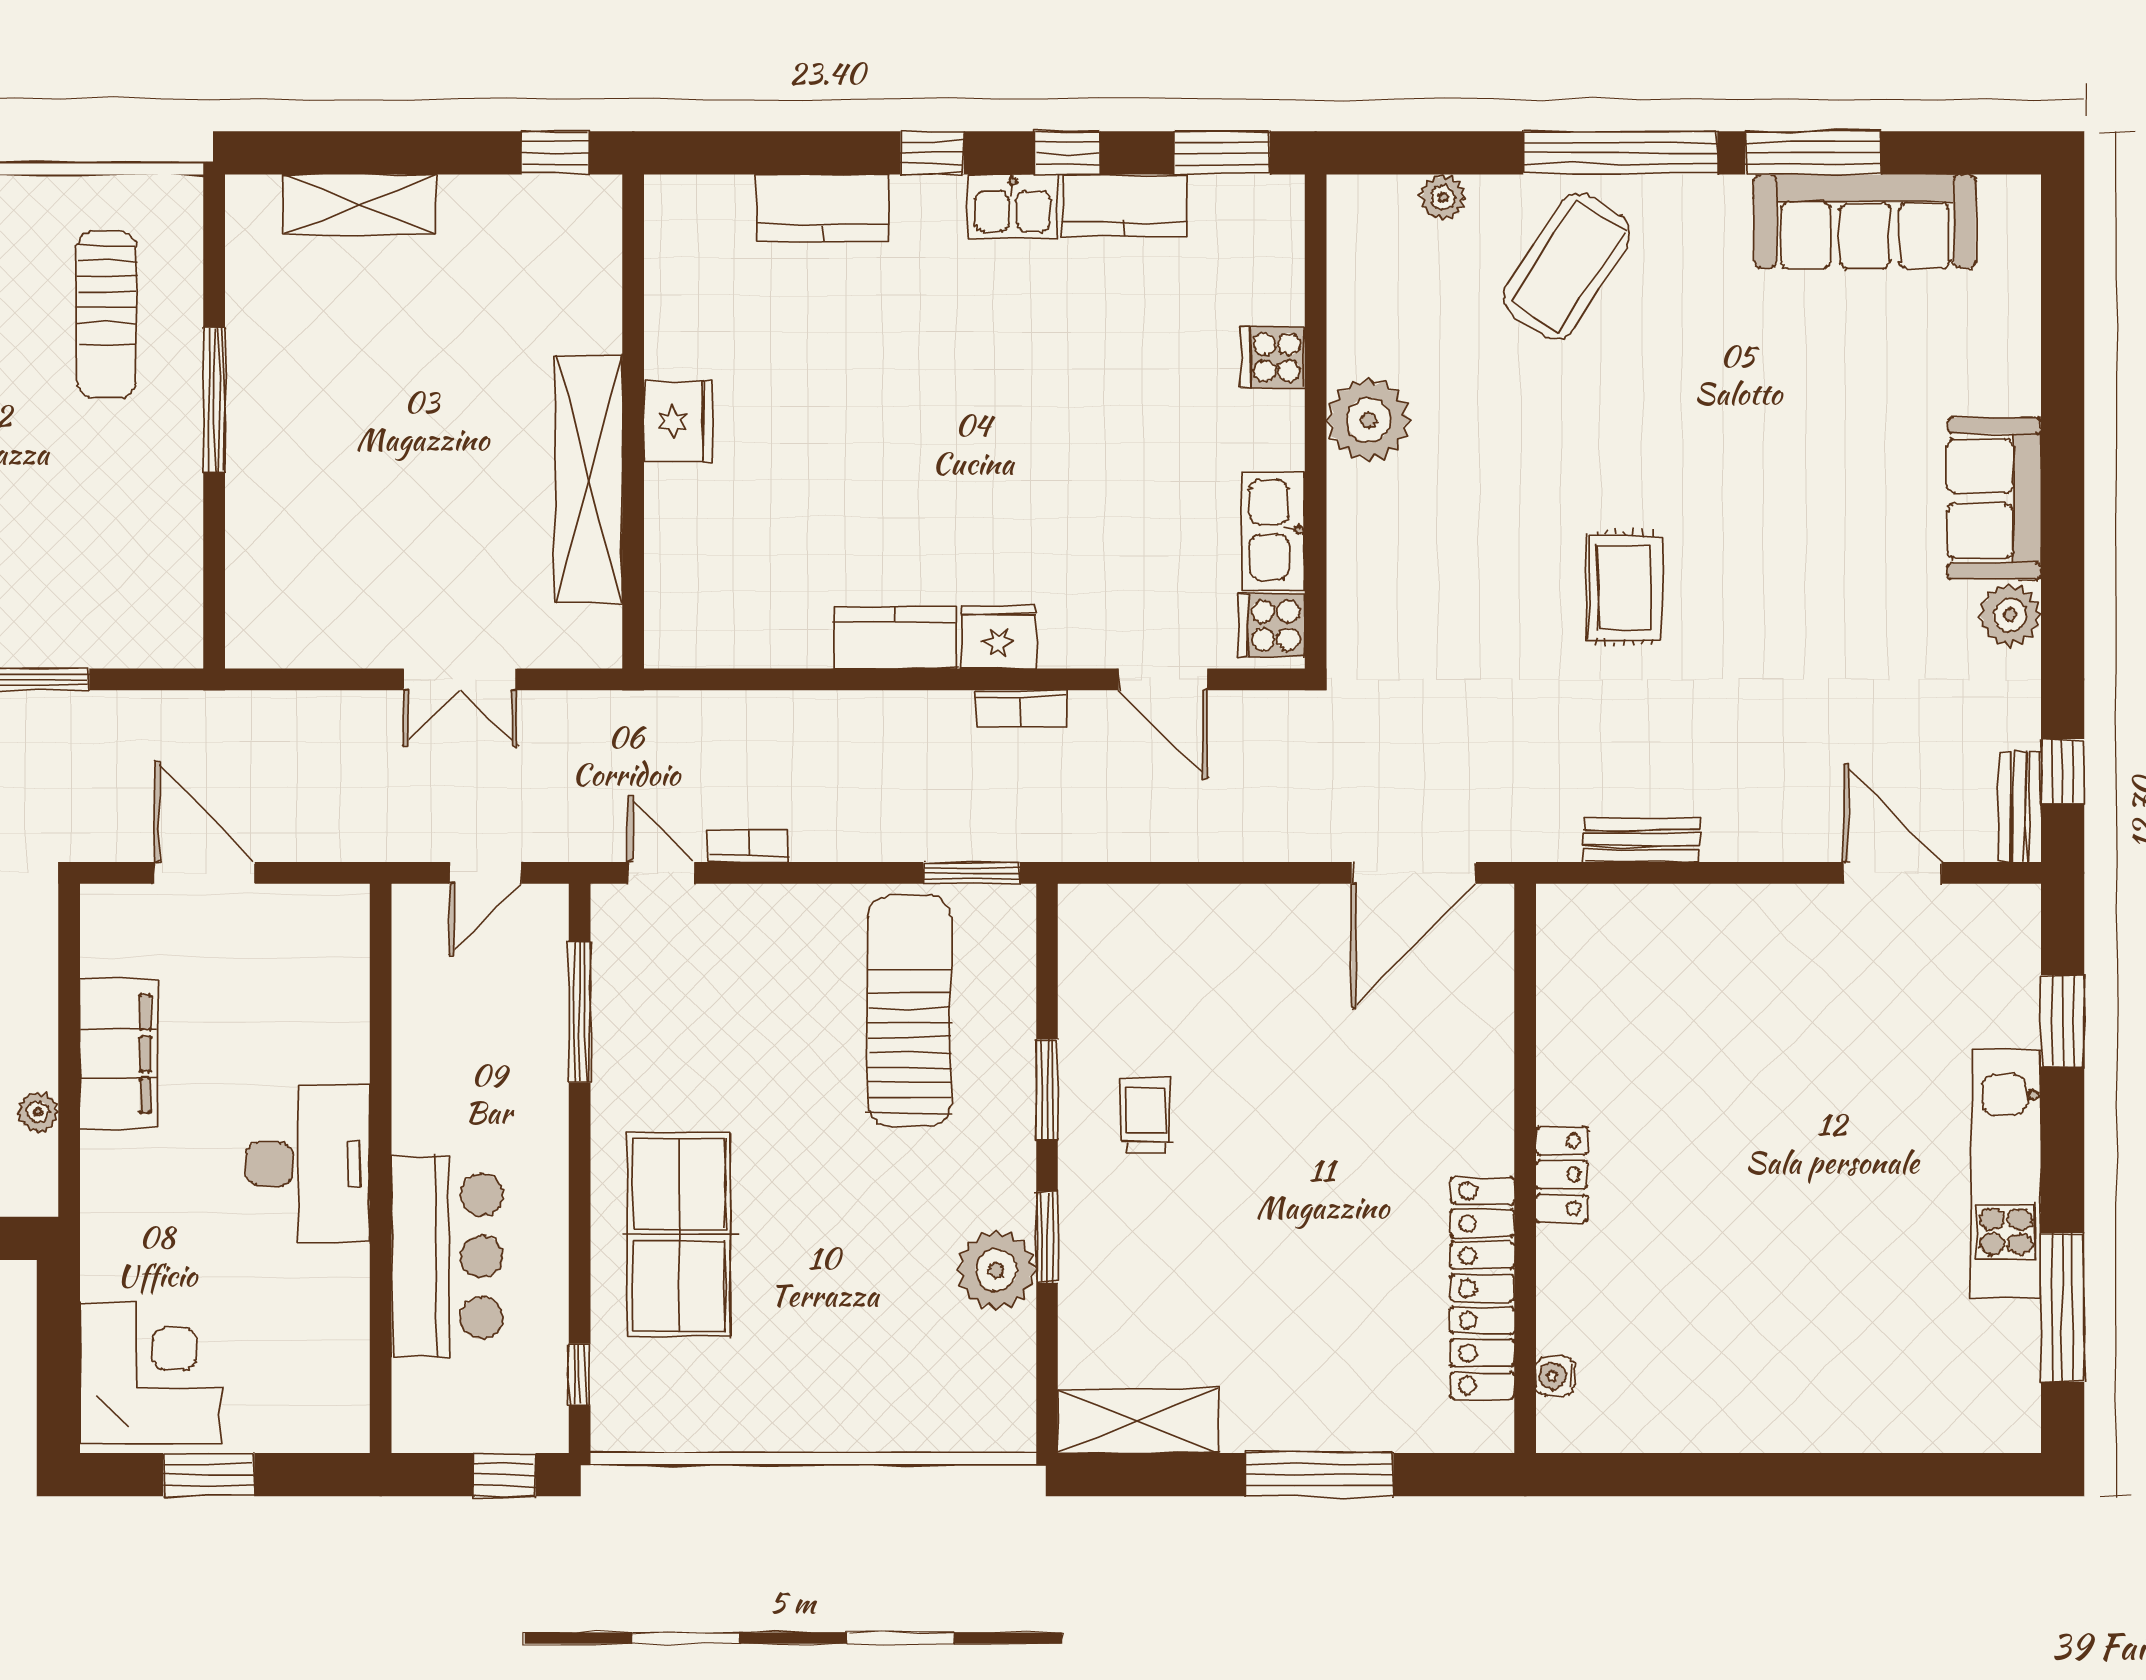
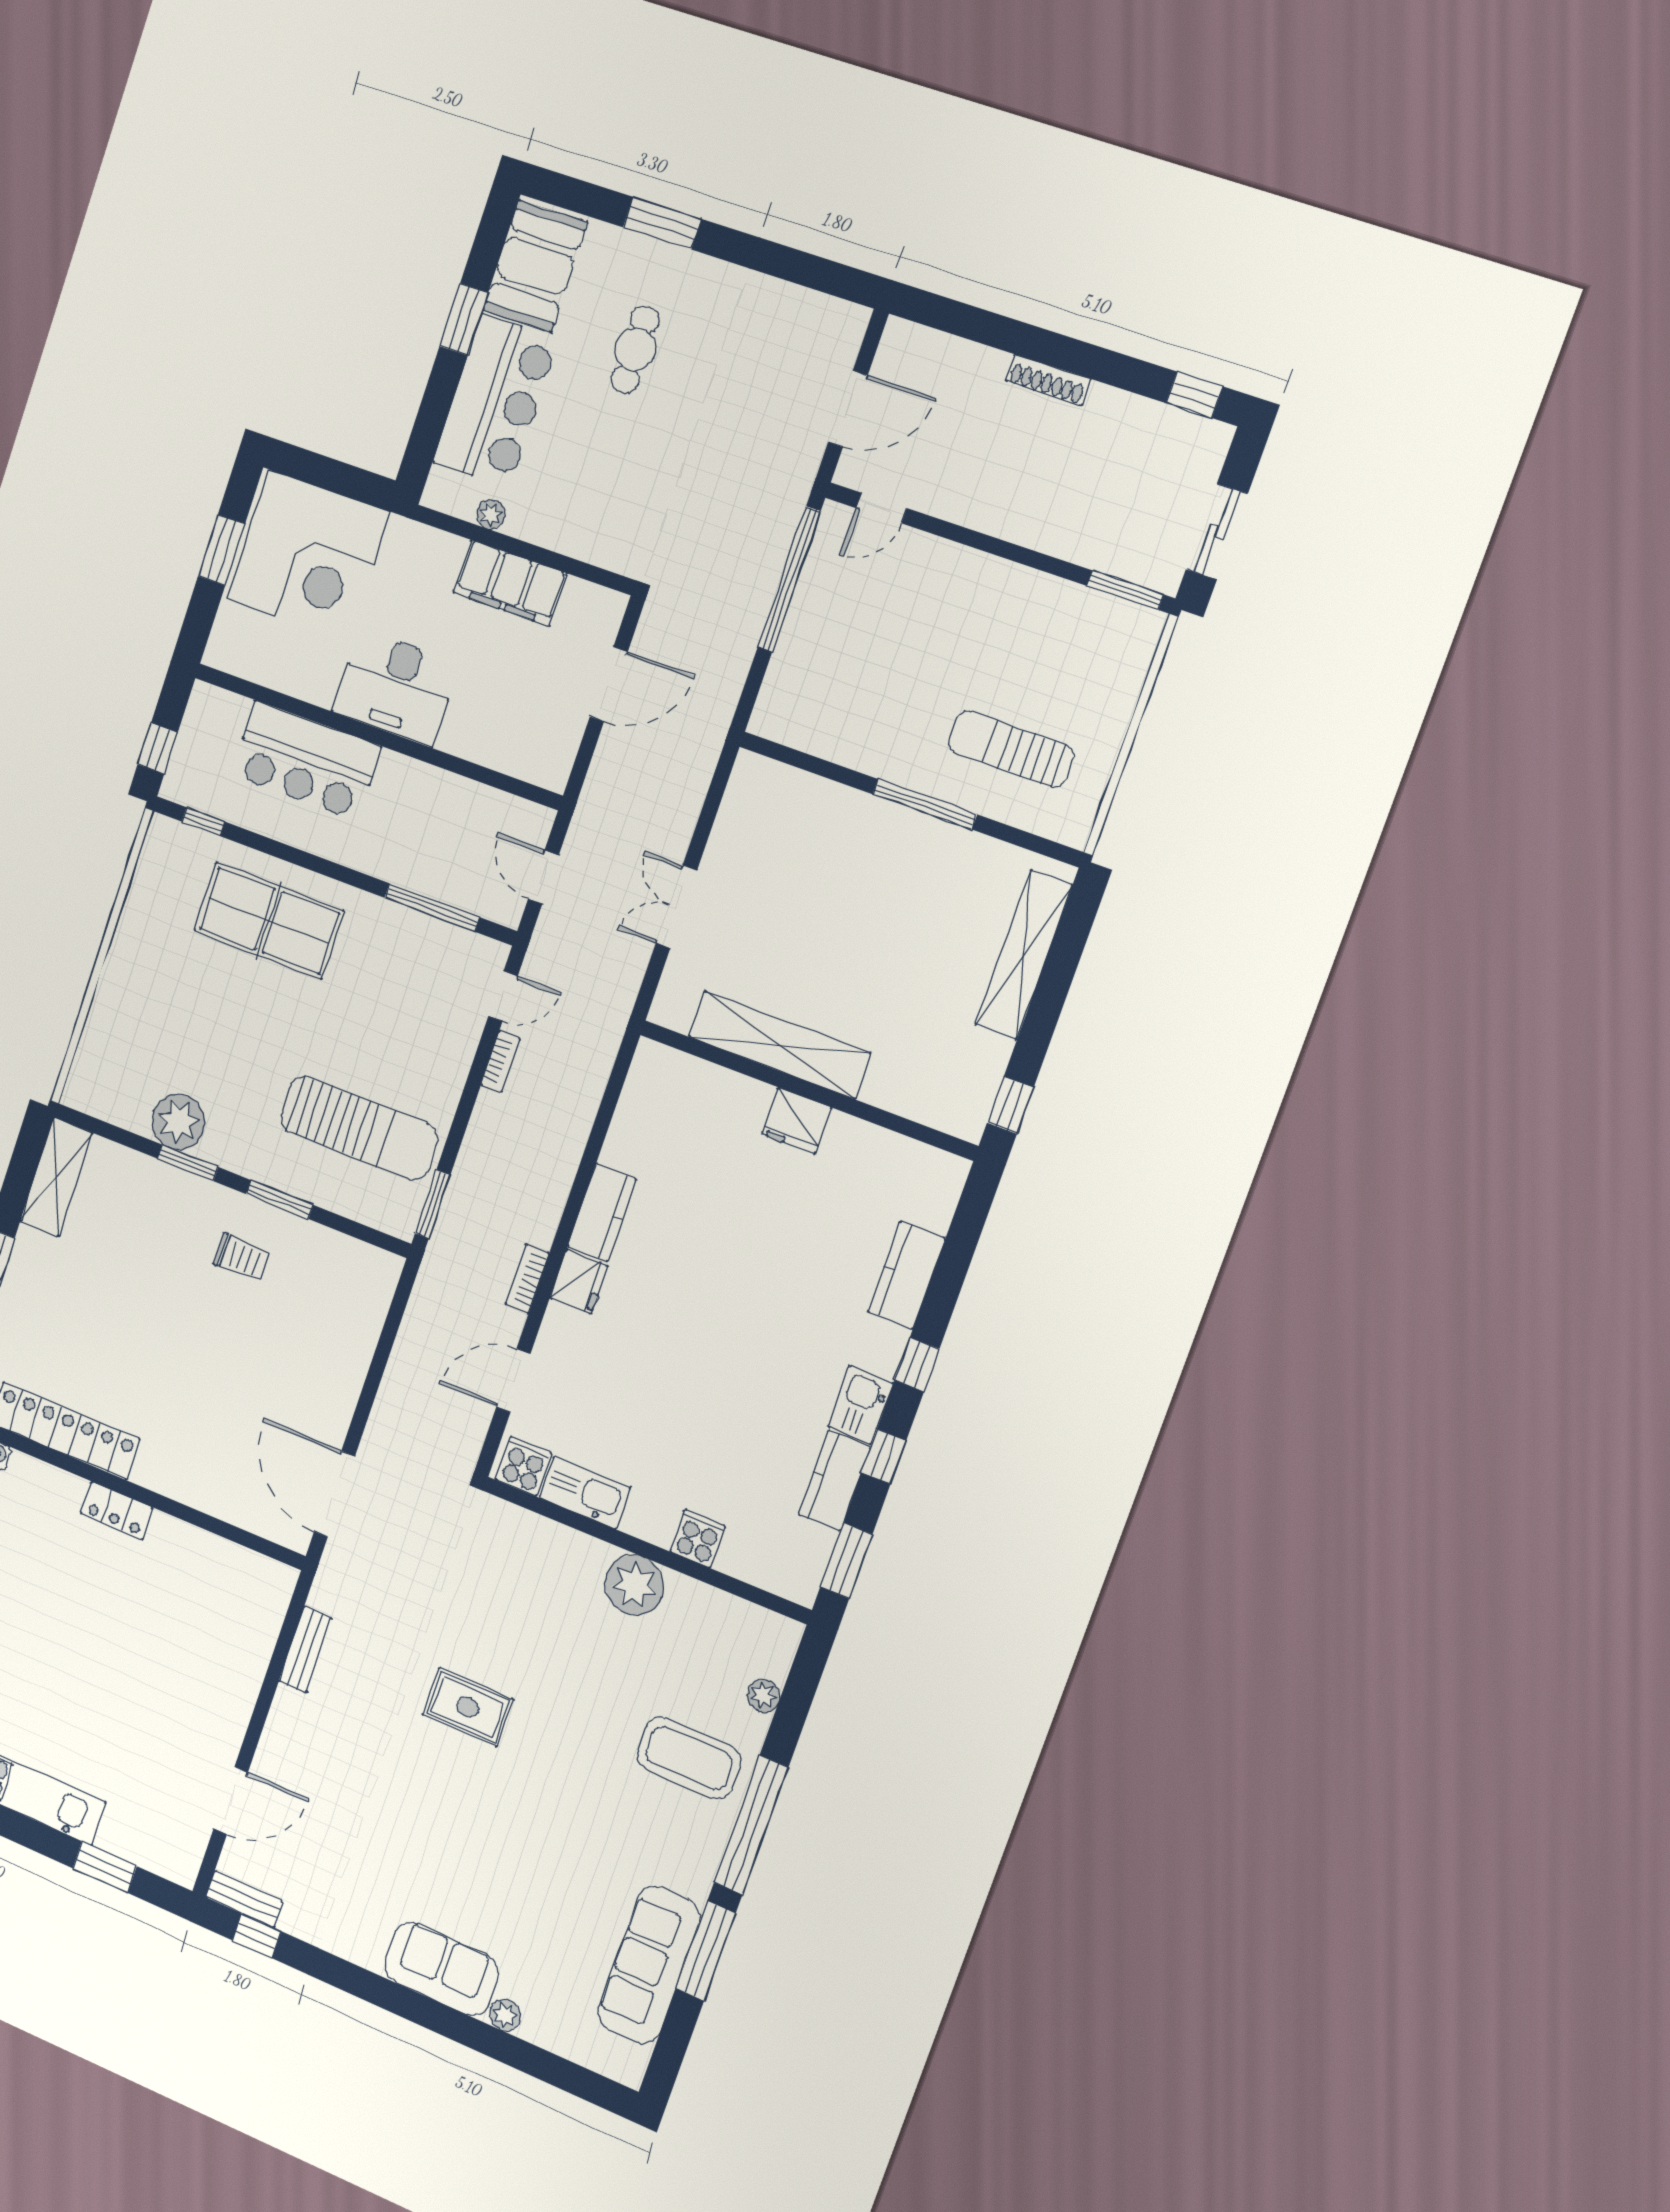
shelving: (360, 204) -> (1024, 955), width x1.47
coffee table: (1567, 266) -> (689, 1758), turned -33
plant: (2010, 615) -> (505, 2015), moved, width x0.73, depth x0.73
corner desk: (150, 1373) -> (309, 556), width x1.36, depth x1.36

